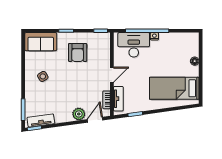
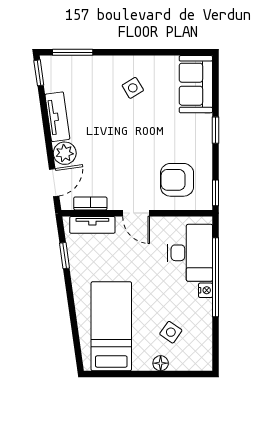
armchair: (78, 53) -> (177, 180), moved
side table: (178, 55) -> (171, 332), added
tv unit: (41, 120) -> (57, 117), moved
door: (95, 120) -> (54, 183), hinge flipped

